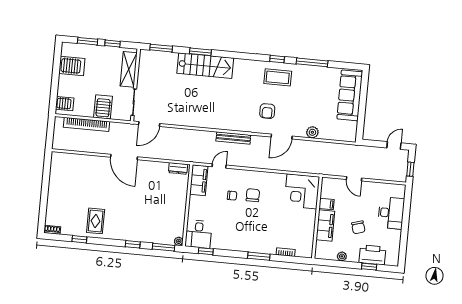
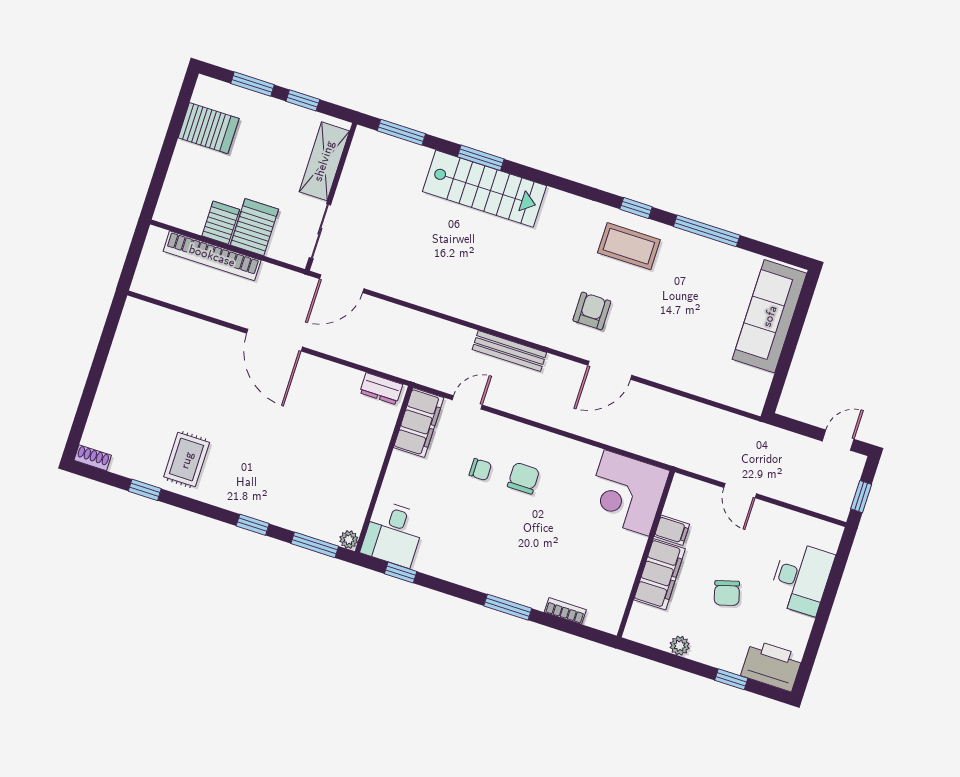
server rack: (65, 104) -> (221, 223), moved, turned -90
armchair: (267, 111) -> (592, 311), turned 180
plant: (312, 132) -> (676, 375), removed
printer: (372, 255) -> (772, 666), moved

